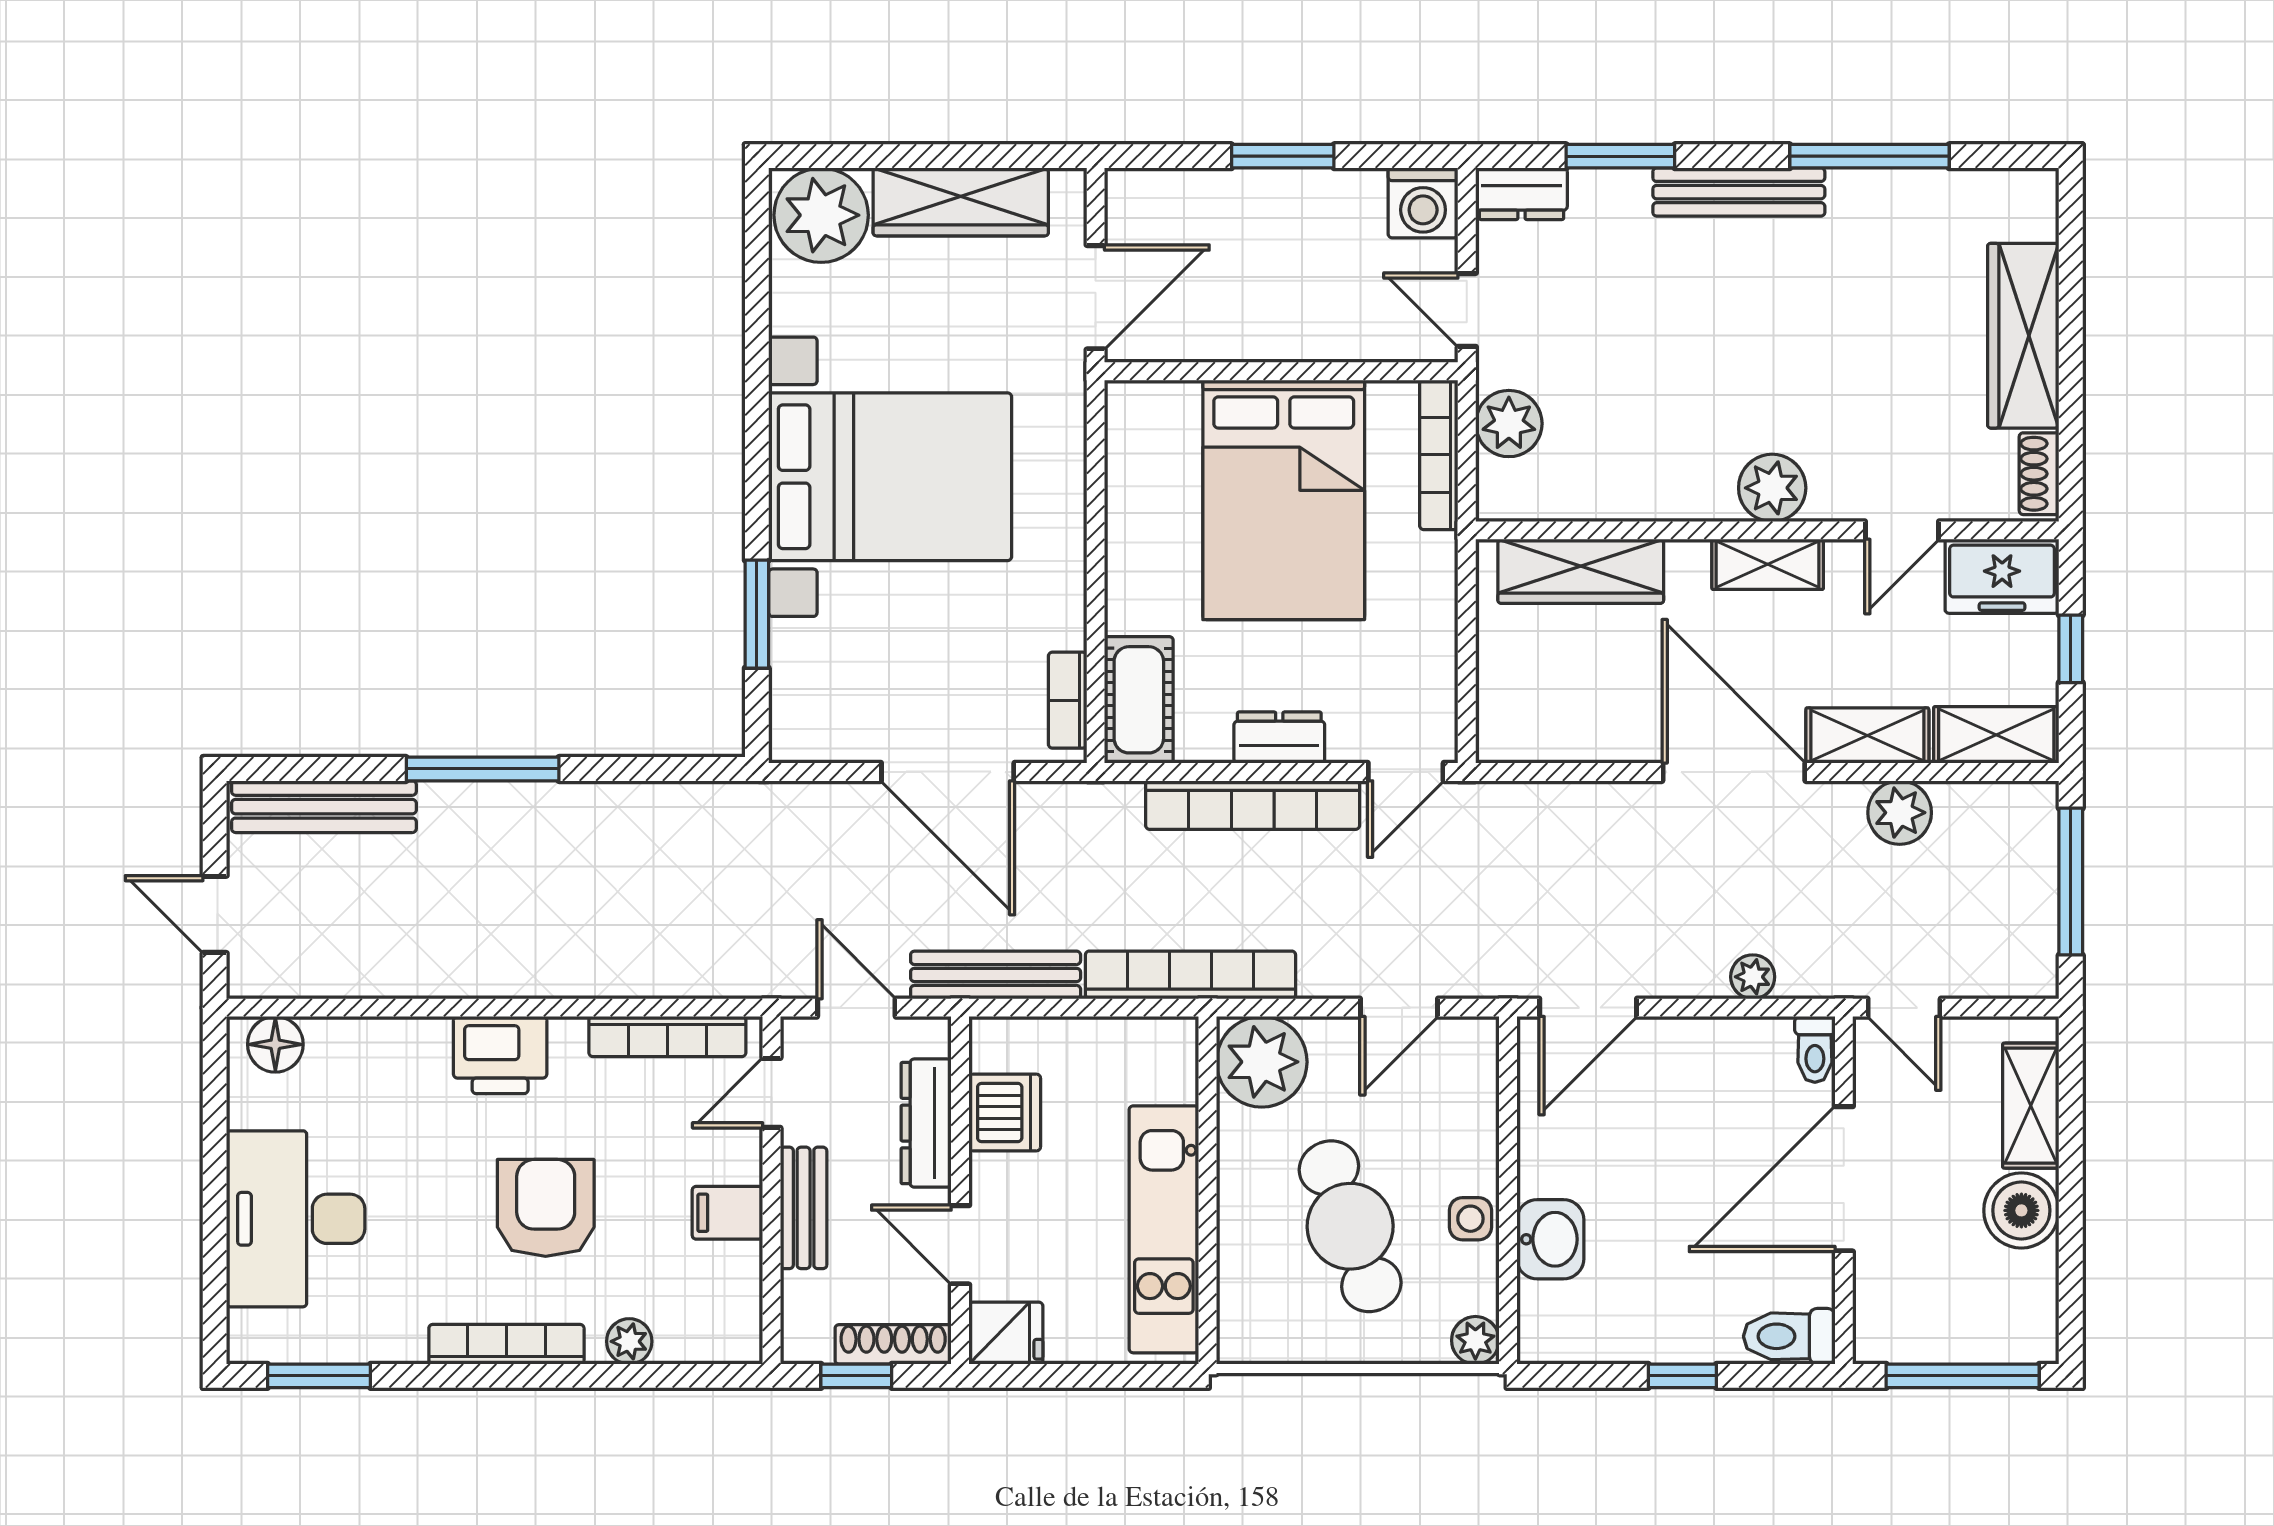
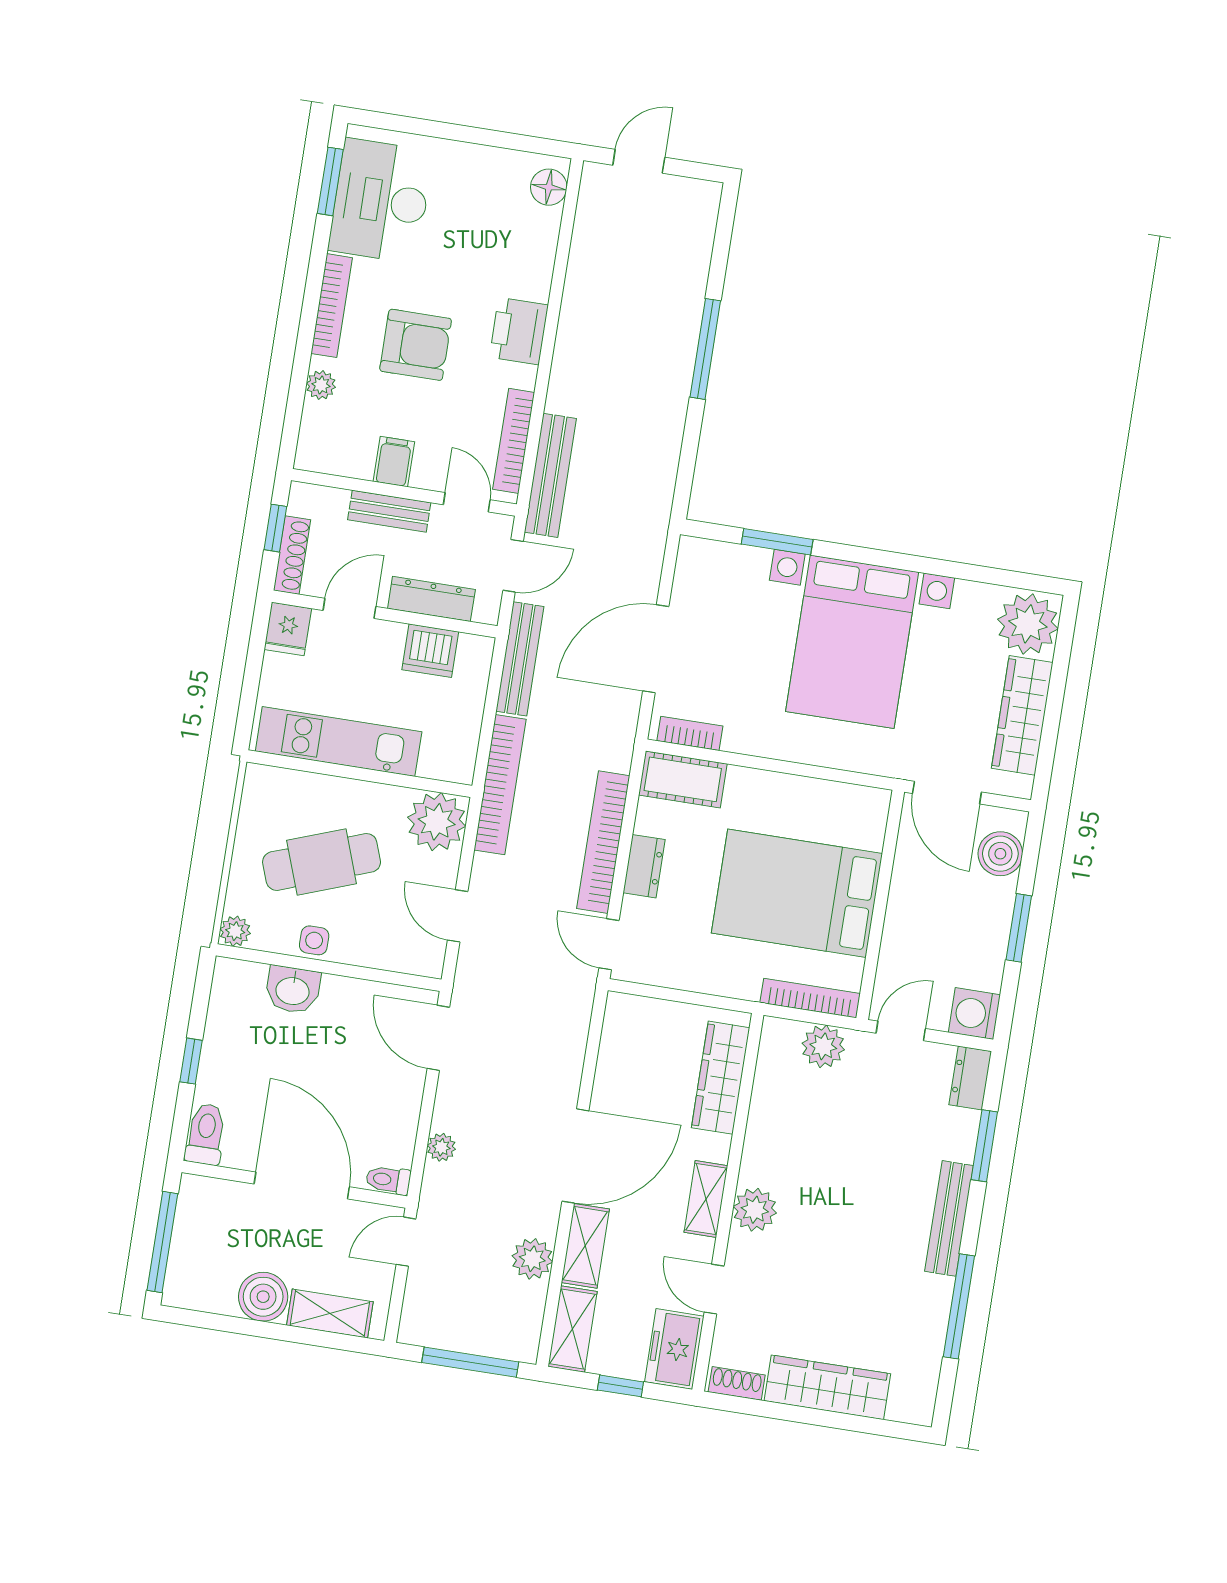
boiler: (1175, 202) -> (1000, 854), added
bench: (324, 807) -> (550, 475), moved
desk: (296, 1219) -> (381, 201), moved, turned -90

